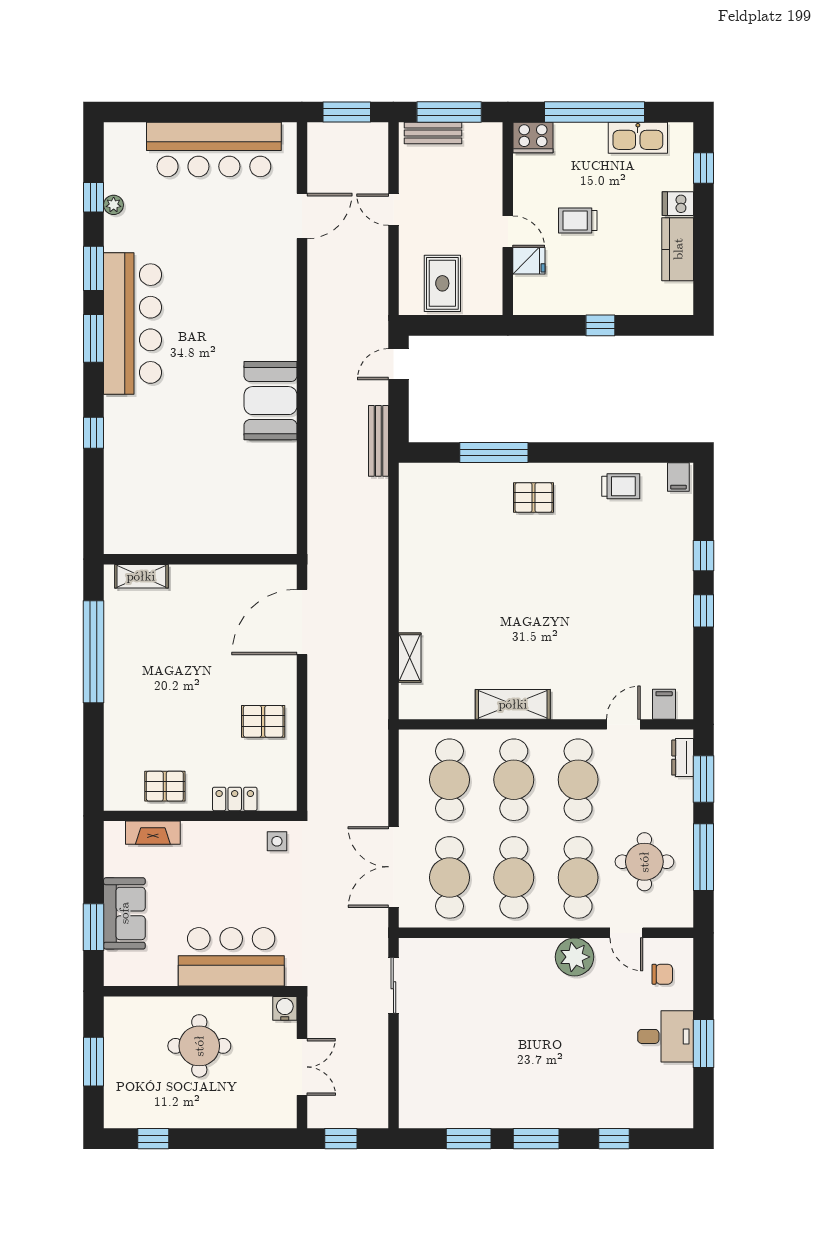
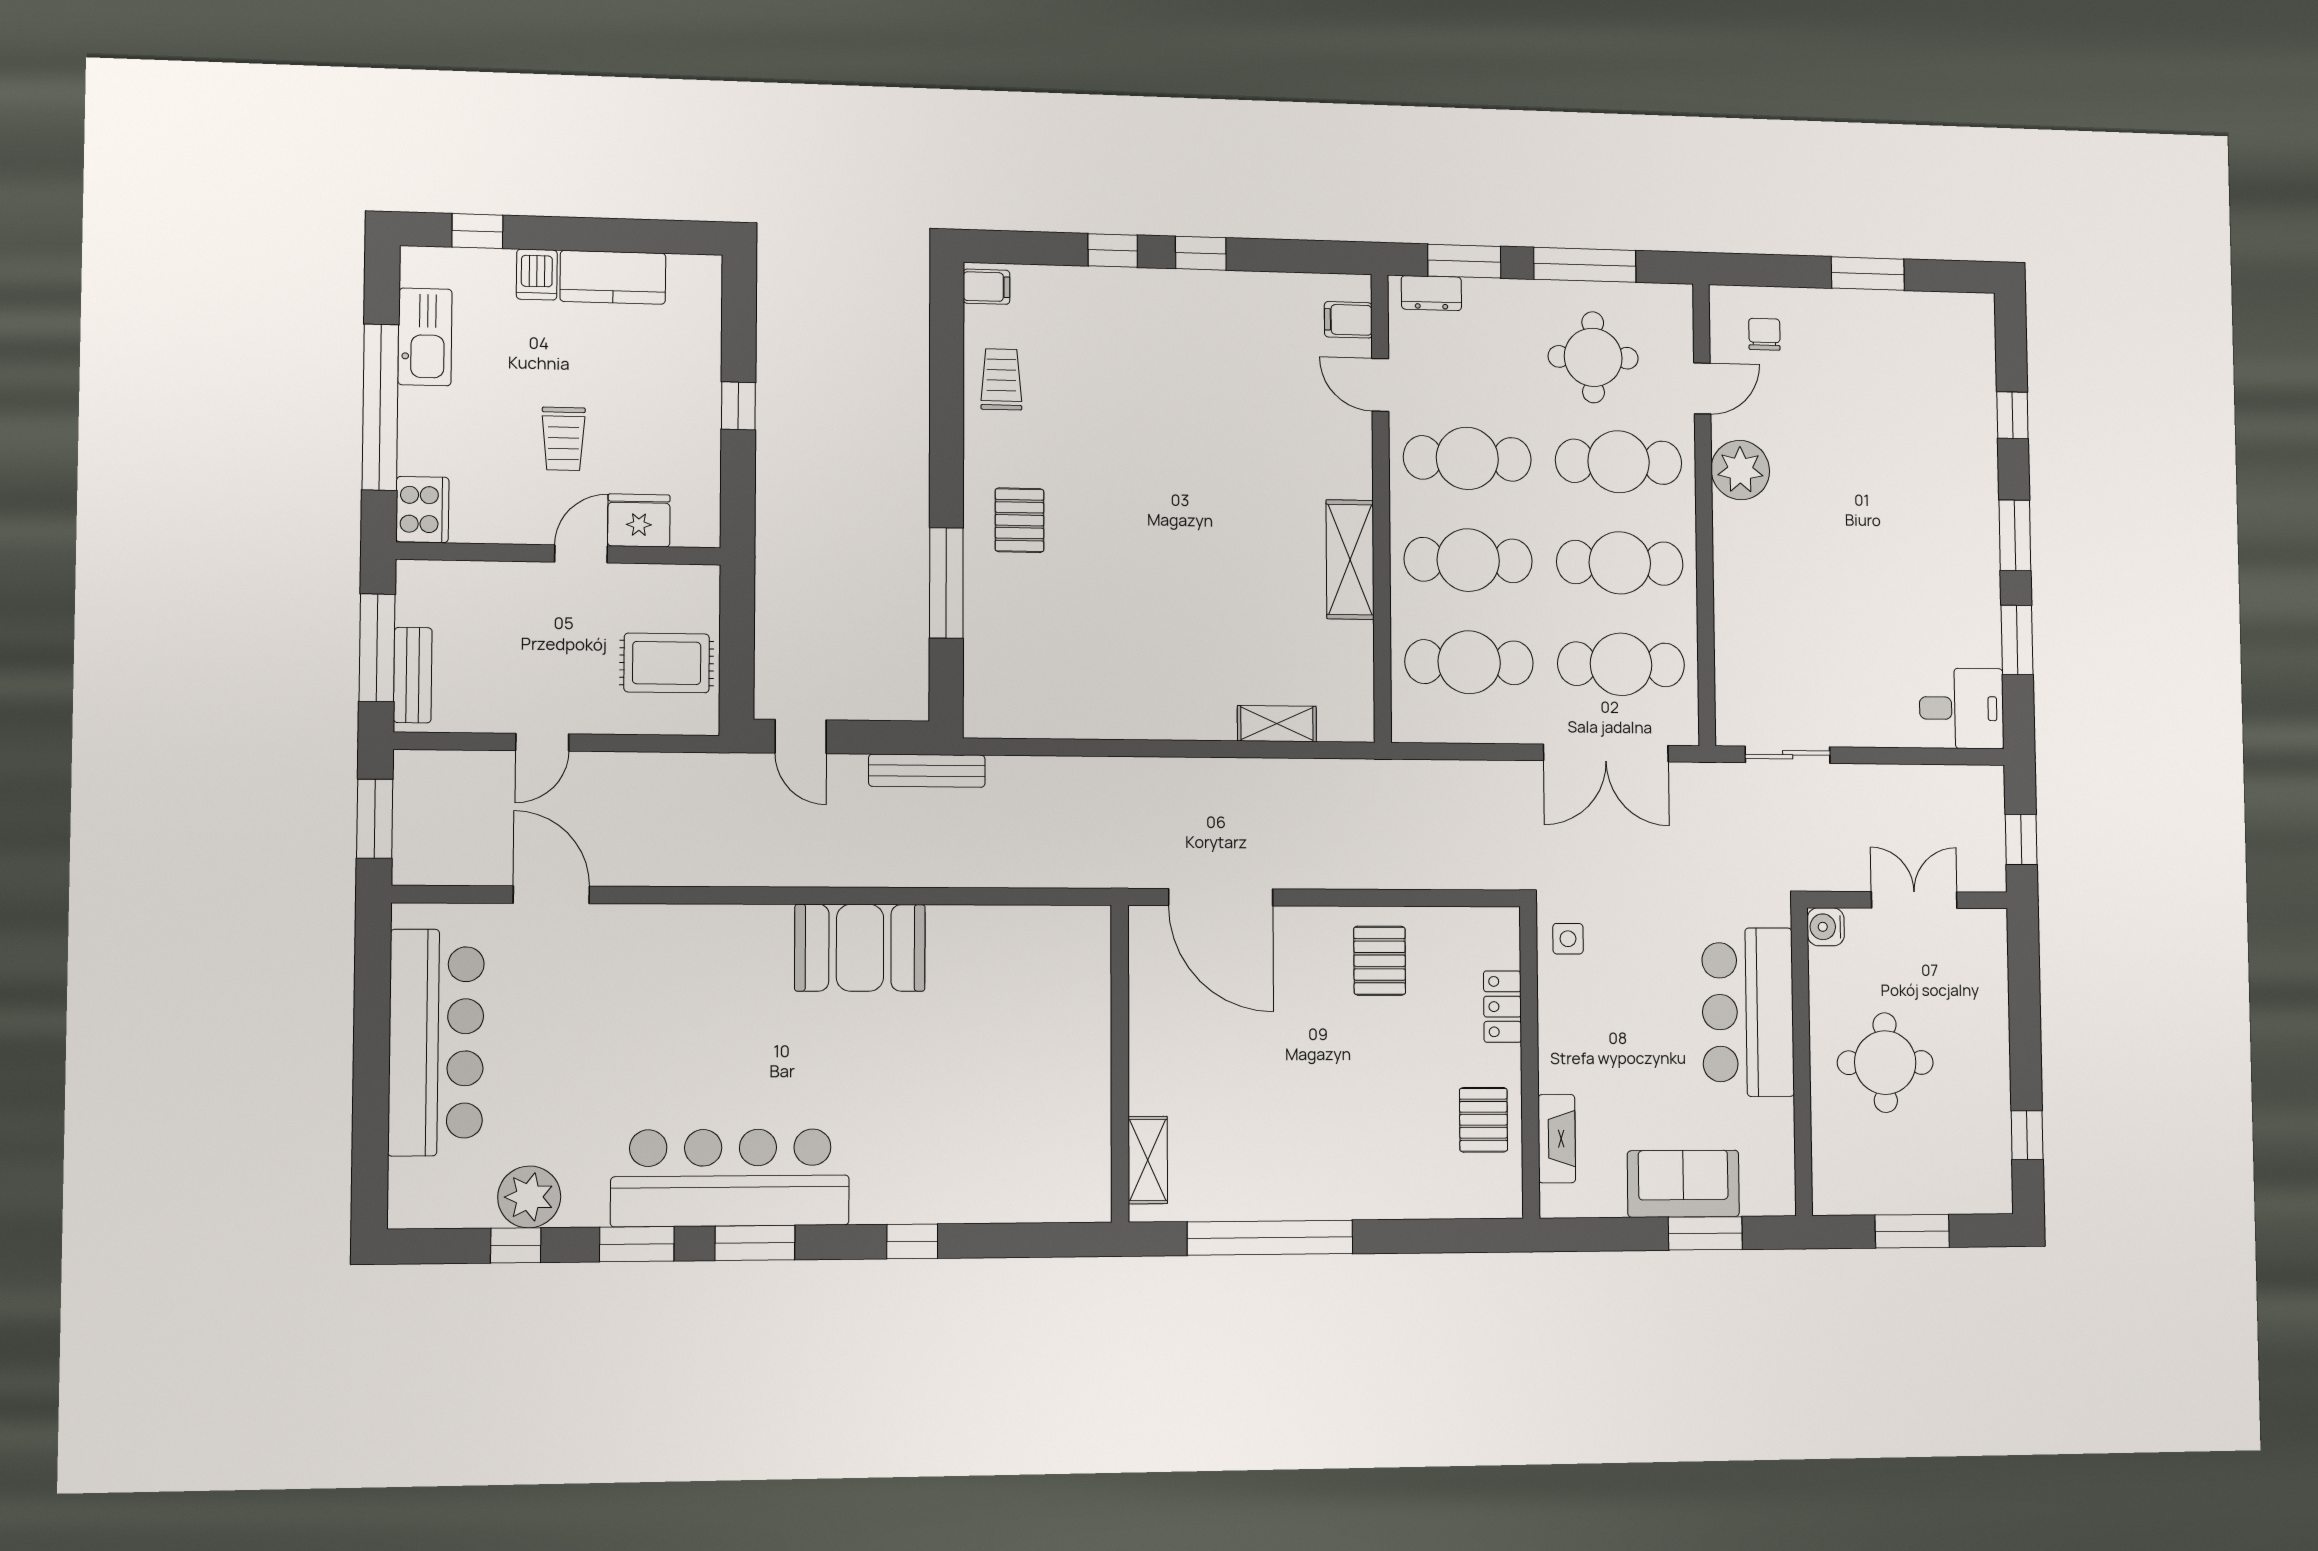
plant: (114, 205) -> (529, 1197), width x1.88, depth x1.88
fridge: (529, 261) -> (639, 520), width x1.38
desk: (666, 1036) -> (1962, 708), moved, turned 90

